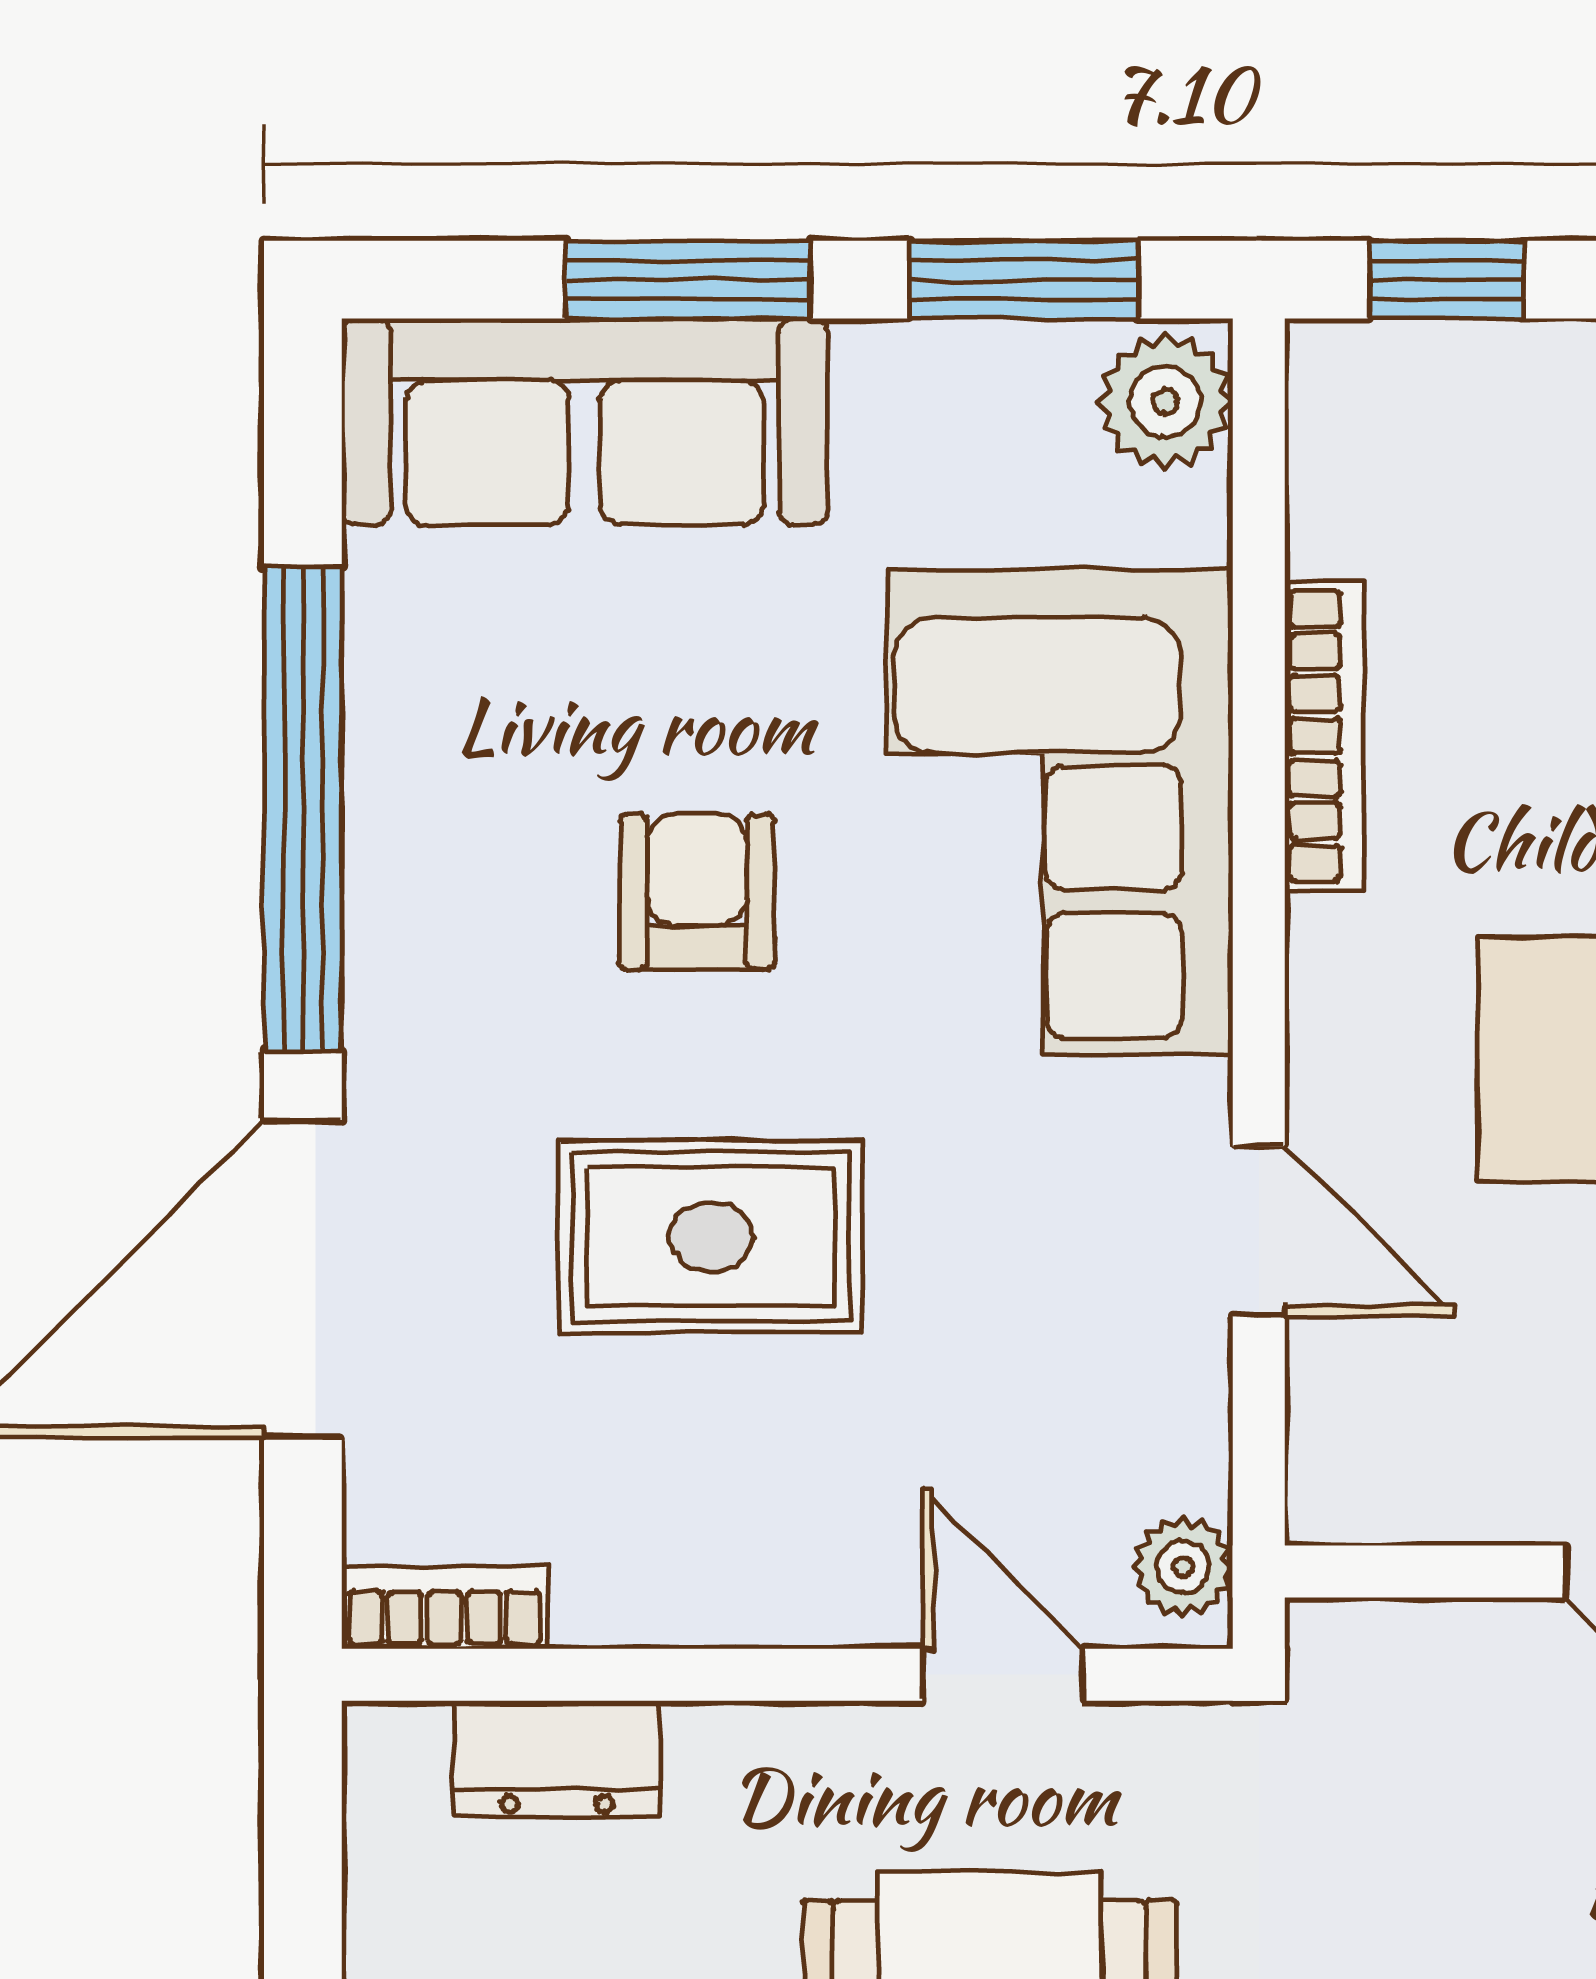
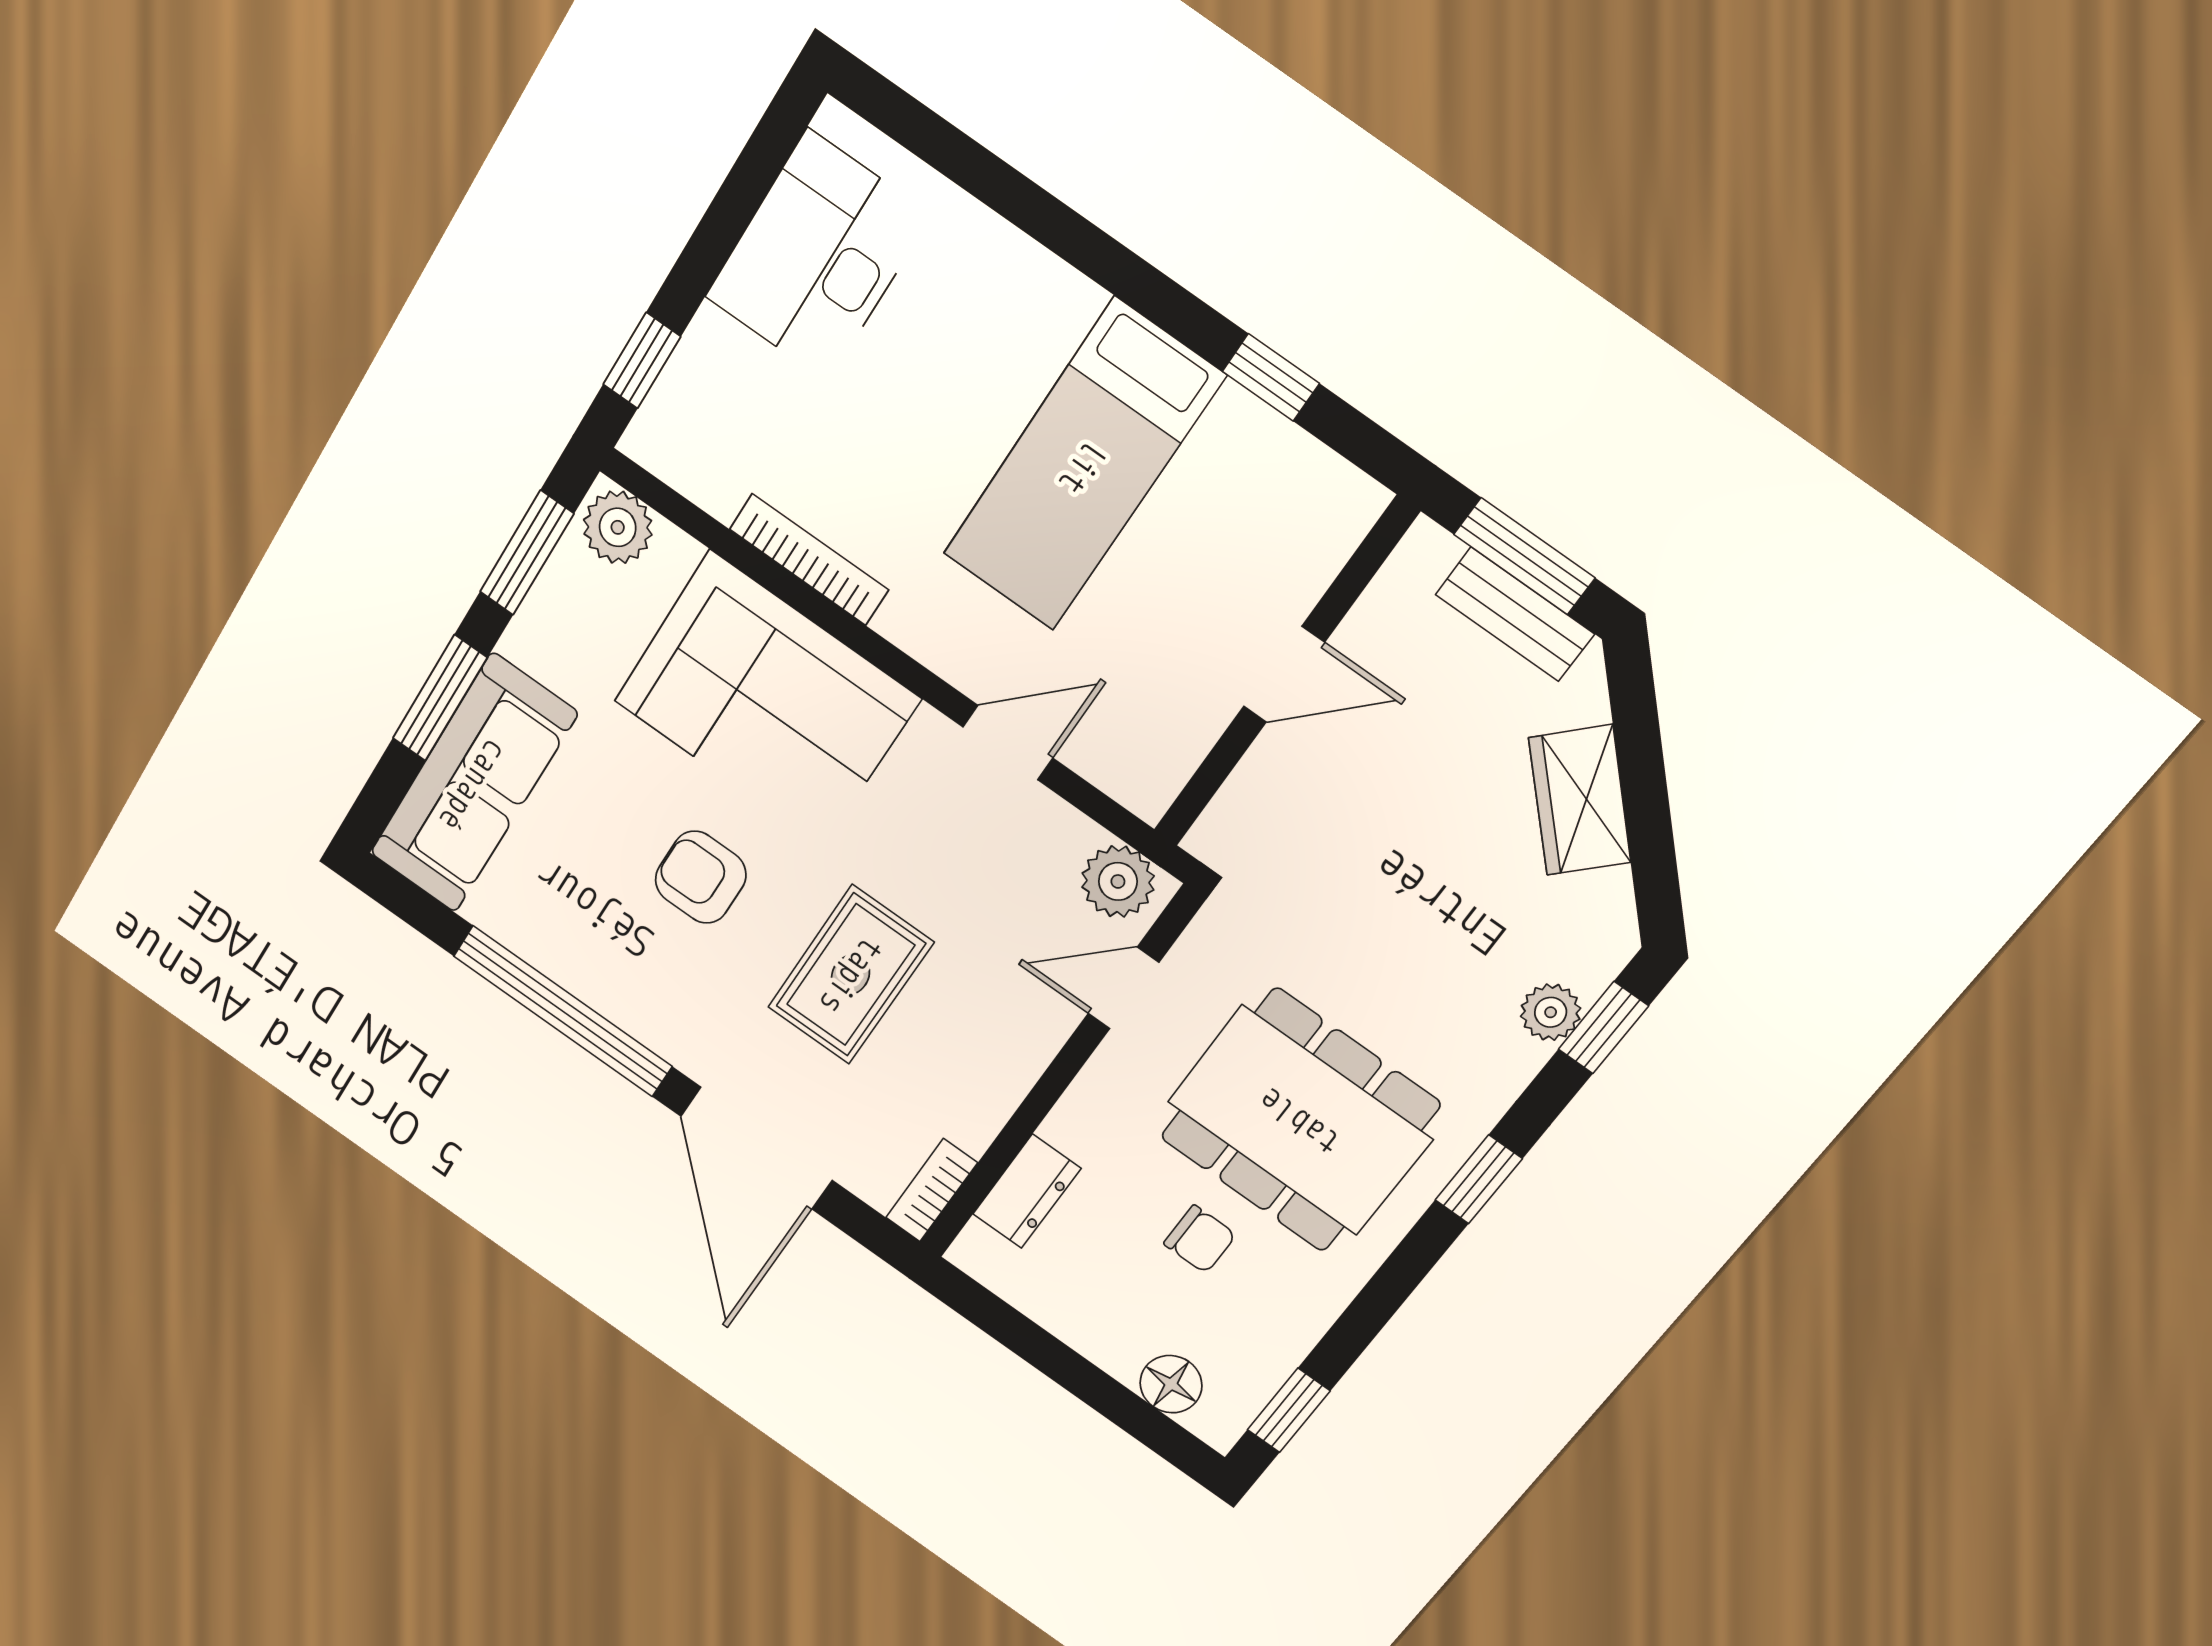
plant: (1183, 1567) -> (1118, 881), width x1.38, depth x1.38

